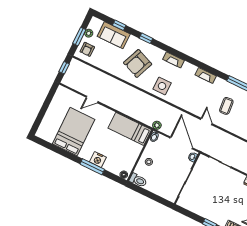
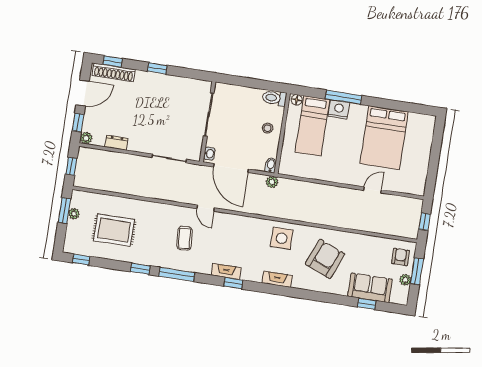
window: (146, 38) -> (233, 283), moved
bed: (130, 129) -> (312, 126), moved, turned 90

